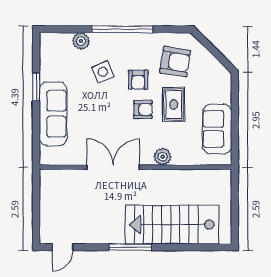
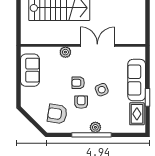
plant: (81, 41) -> (95, 127), moved
side table: (103, 72) -> (102, 90), moved
rug: (174, 104) -> (137, 114), moved
double door: (113, 167) -> (97, 45), swing flipped

